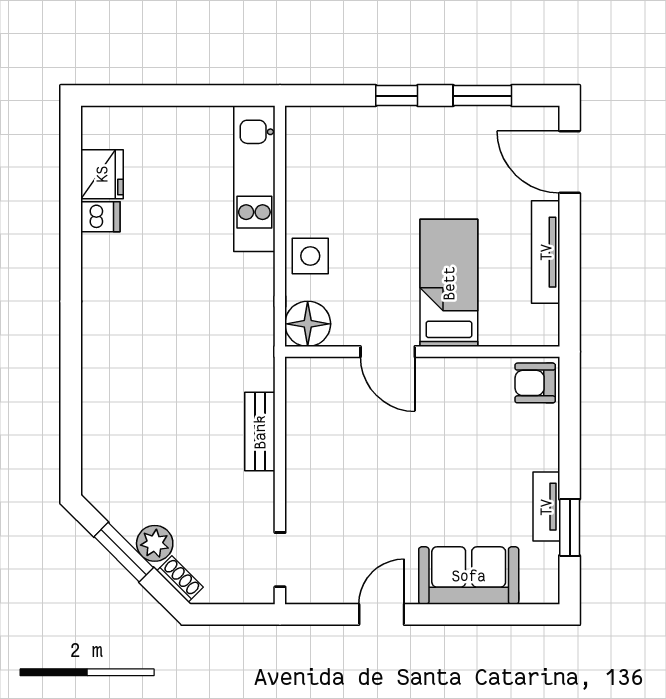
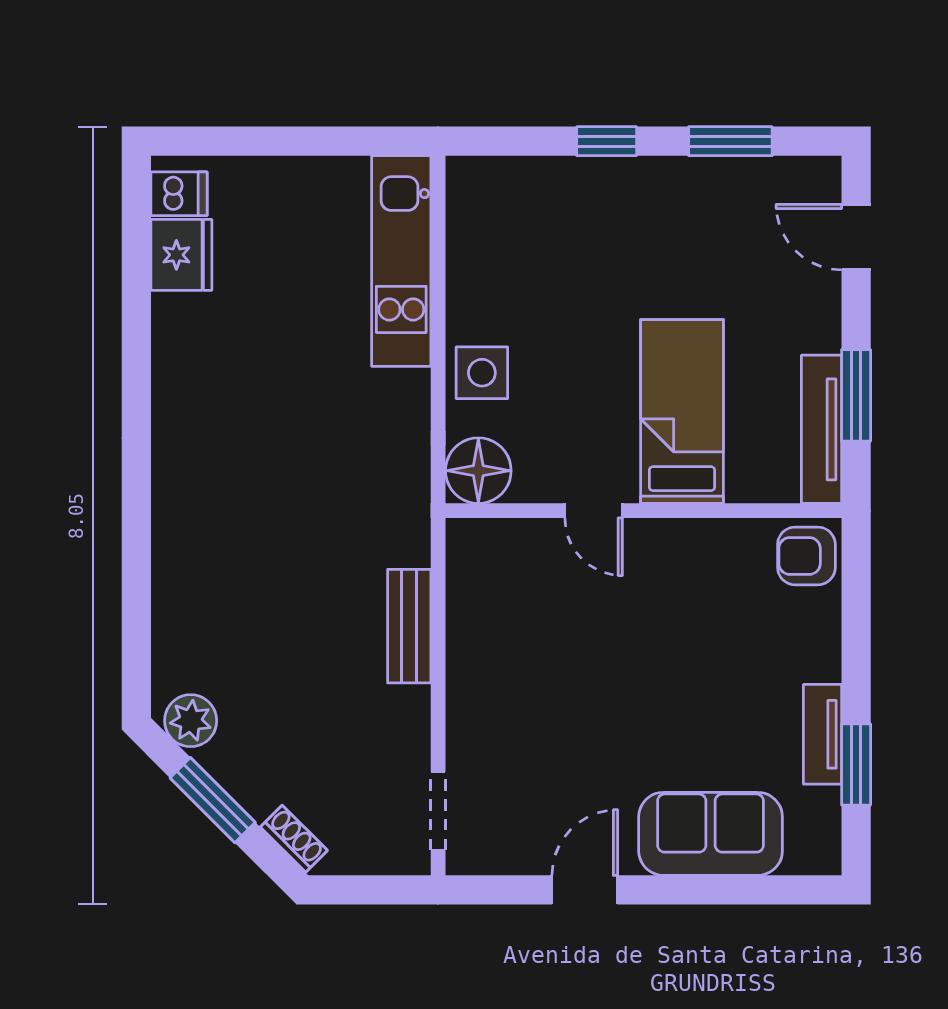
door: (570, 162) -> (856, 237), width x0.73
dishwasher: (100, 217) -> (179, 194), moved
tv unit: (546, 252) -> (821, 429), moved
window: (570, 272) -> (856, 395), added
door: (388, 352) -> (594, 511), width x0.73
plant: (155, 543) -> (191, 721), moved

